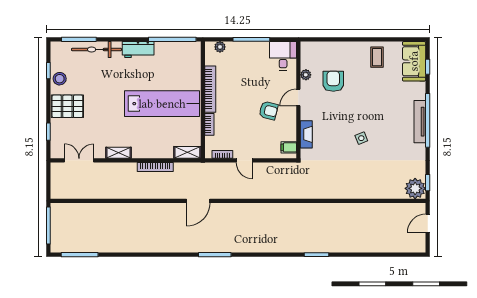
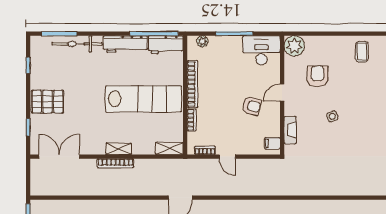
workbench: (138, 50) -> (125, 44), width x1.38
workbench: (184, 50) -> (166, 45), added
desk: (283, 56) -> (261, 50), width x1.37
plant: (306, 75) -> (294, 46), moved, width x1.87, depth x1.87
stool: (60, 79) -> (40, 74), removed
side table: (361, 138) -> (332, 116), moved
shelving: (118, 153) -> (119, 149), moved
double door: (79, 160) -> (59, 157), width x1.37
bookcase: (155, 167) -> (115, 163), moved

